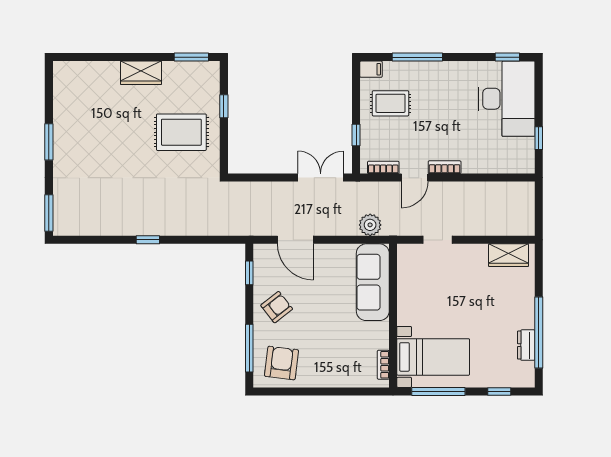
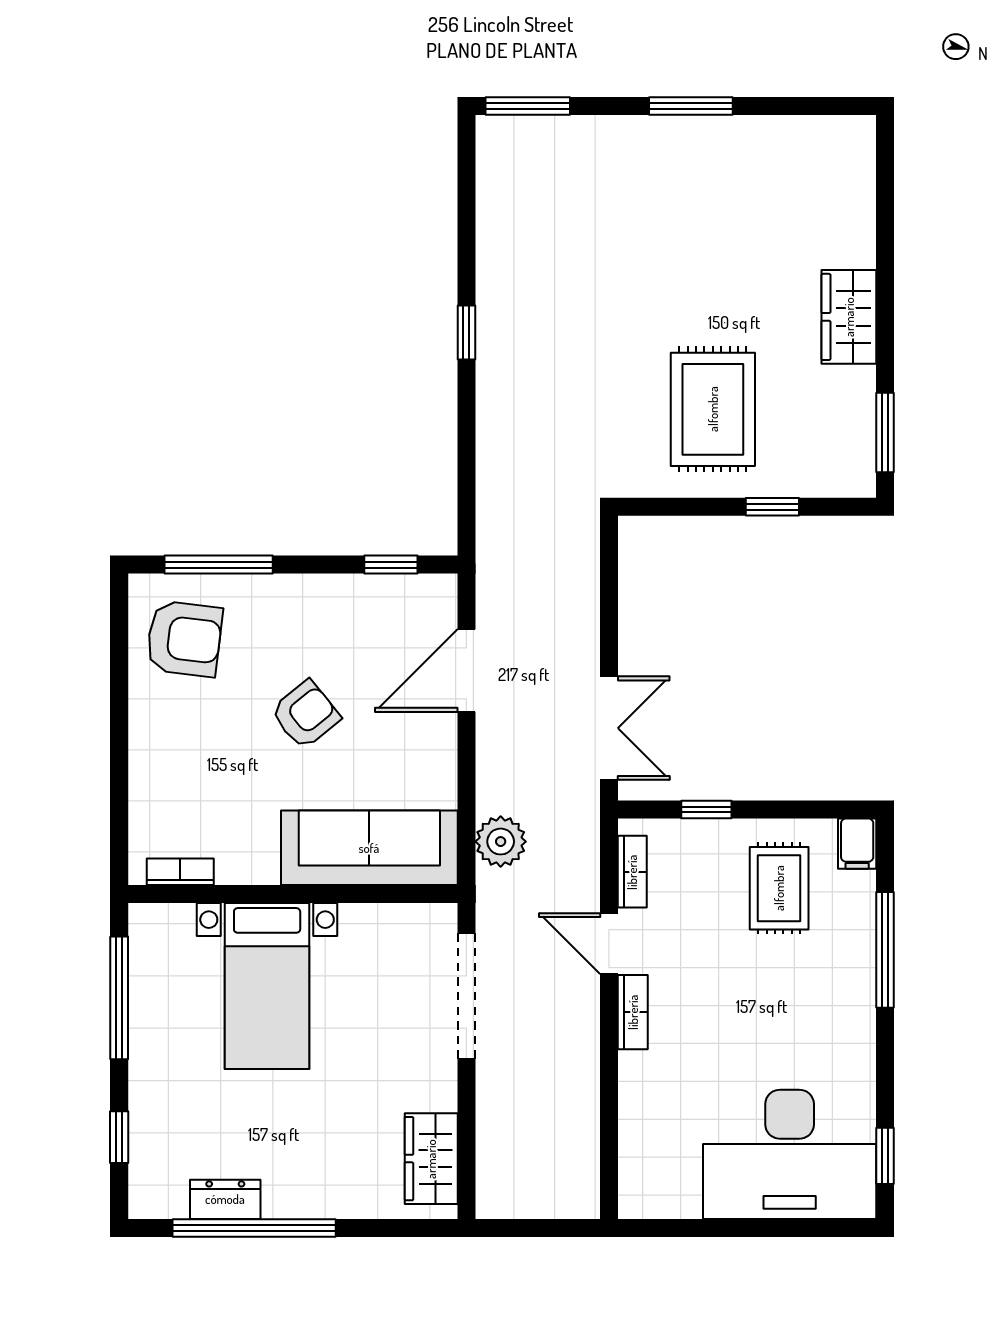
window: (539, 138) -> (699, 1228), removed
doorway: (438, 240) -> (466, 996), width x1.88
armchair: (277, 307) -> (305, 715), moved, turned -91
bed with nightstands: (433, 357) -> (267, 986), moved

